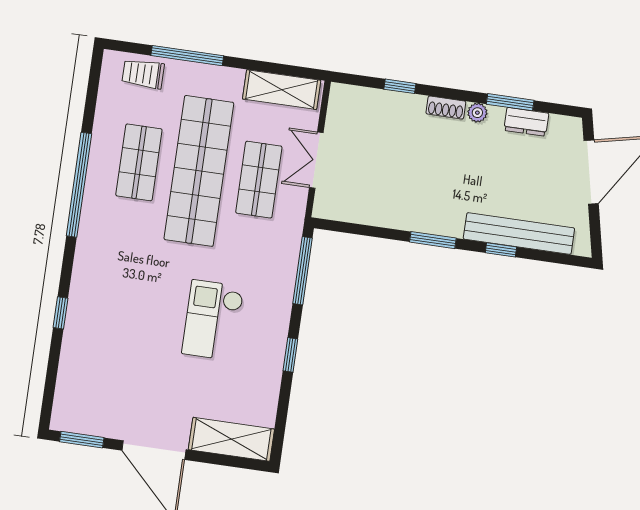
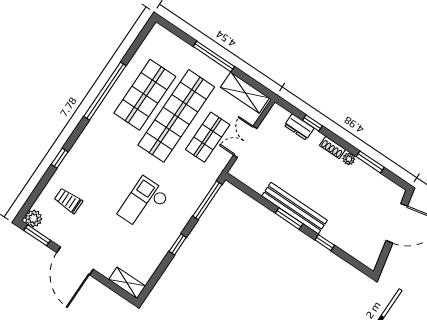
window: (187, 56) -> (214, 57), moved
trolley: (143, 74) -> (68, 201), moved
dresser: (526, 122) -> (299, 127), moved
shop shelf: (139, 162) -> (145, 95), width x1.43, depth x1.36
bench: (519, 234) -> (295, 208), moved
plant: (65, 418) -> (33, 218), added
shelving: (231, 439) -> (127, 283), width x0.67, depth x0.75

